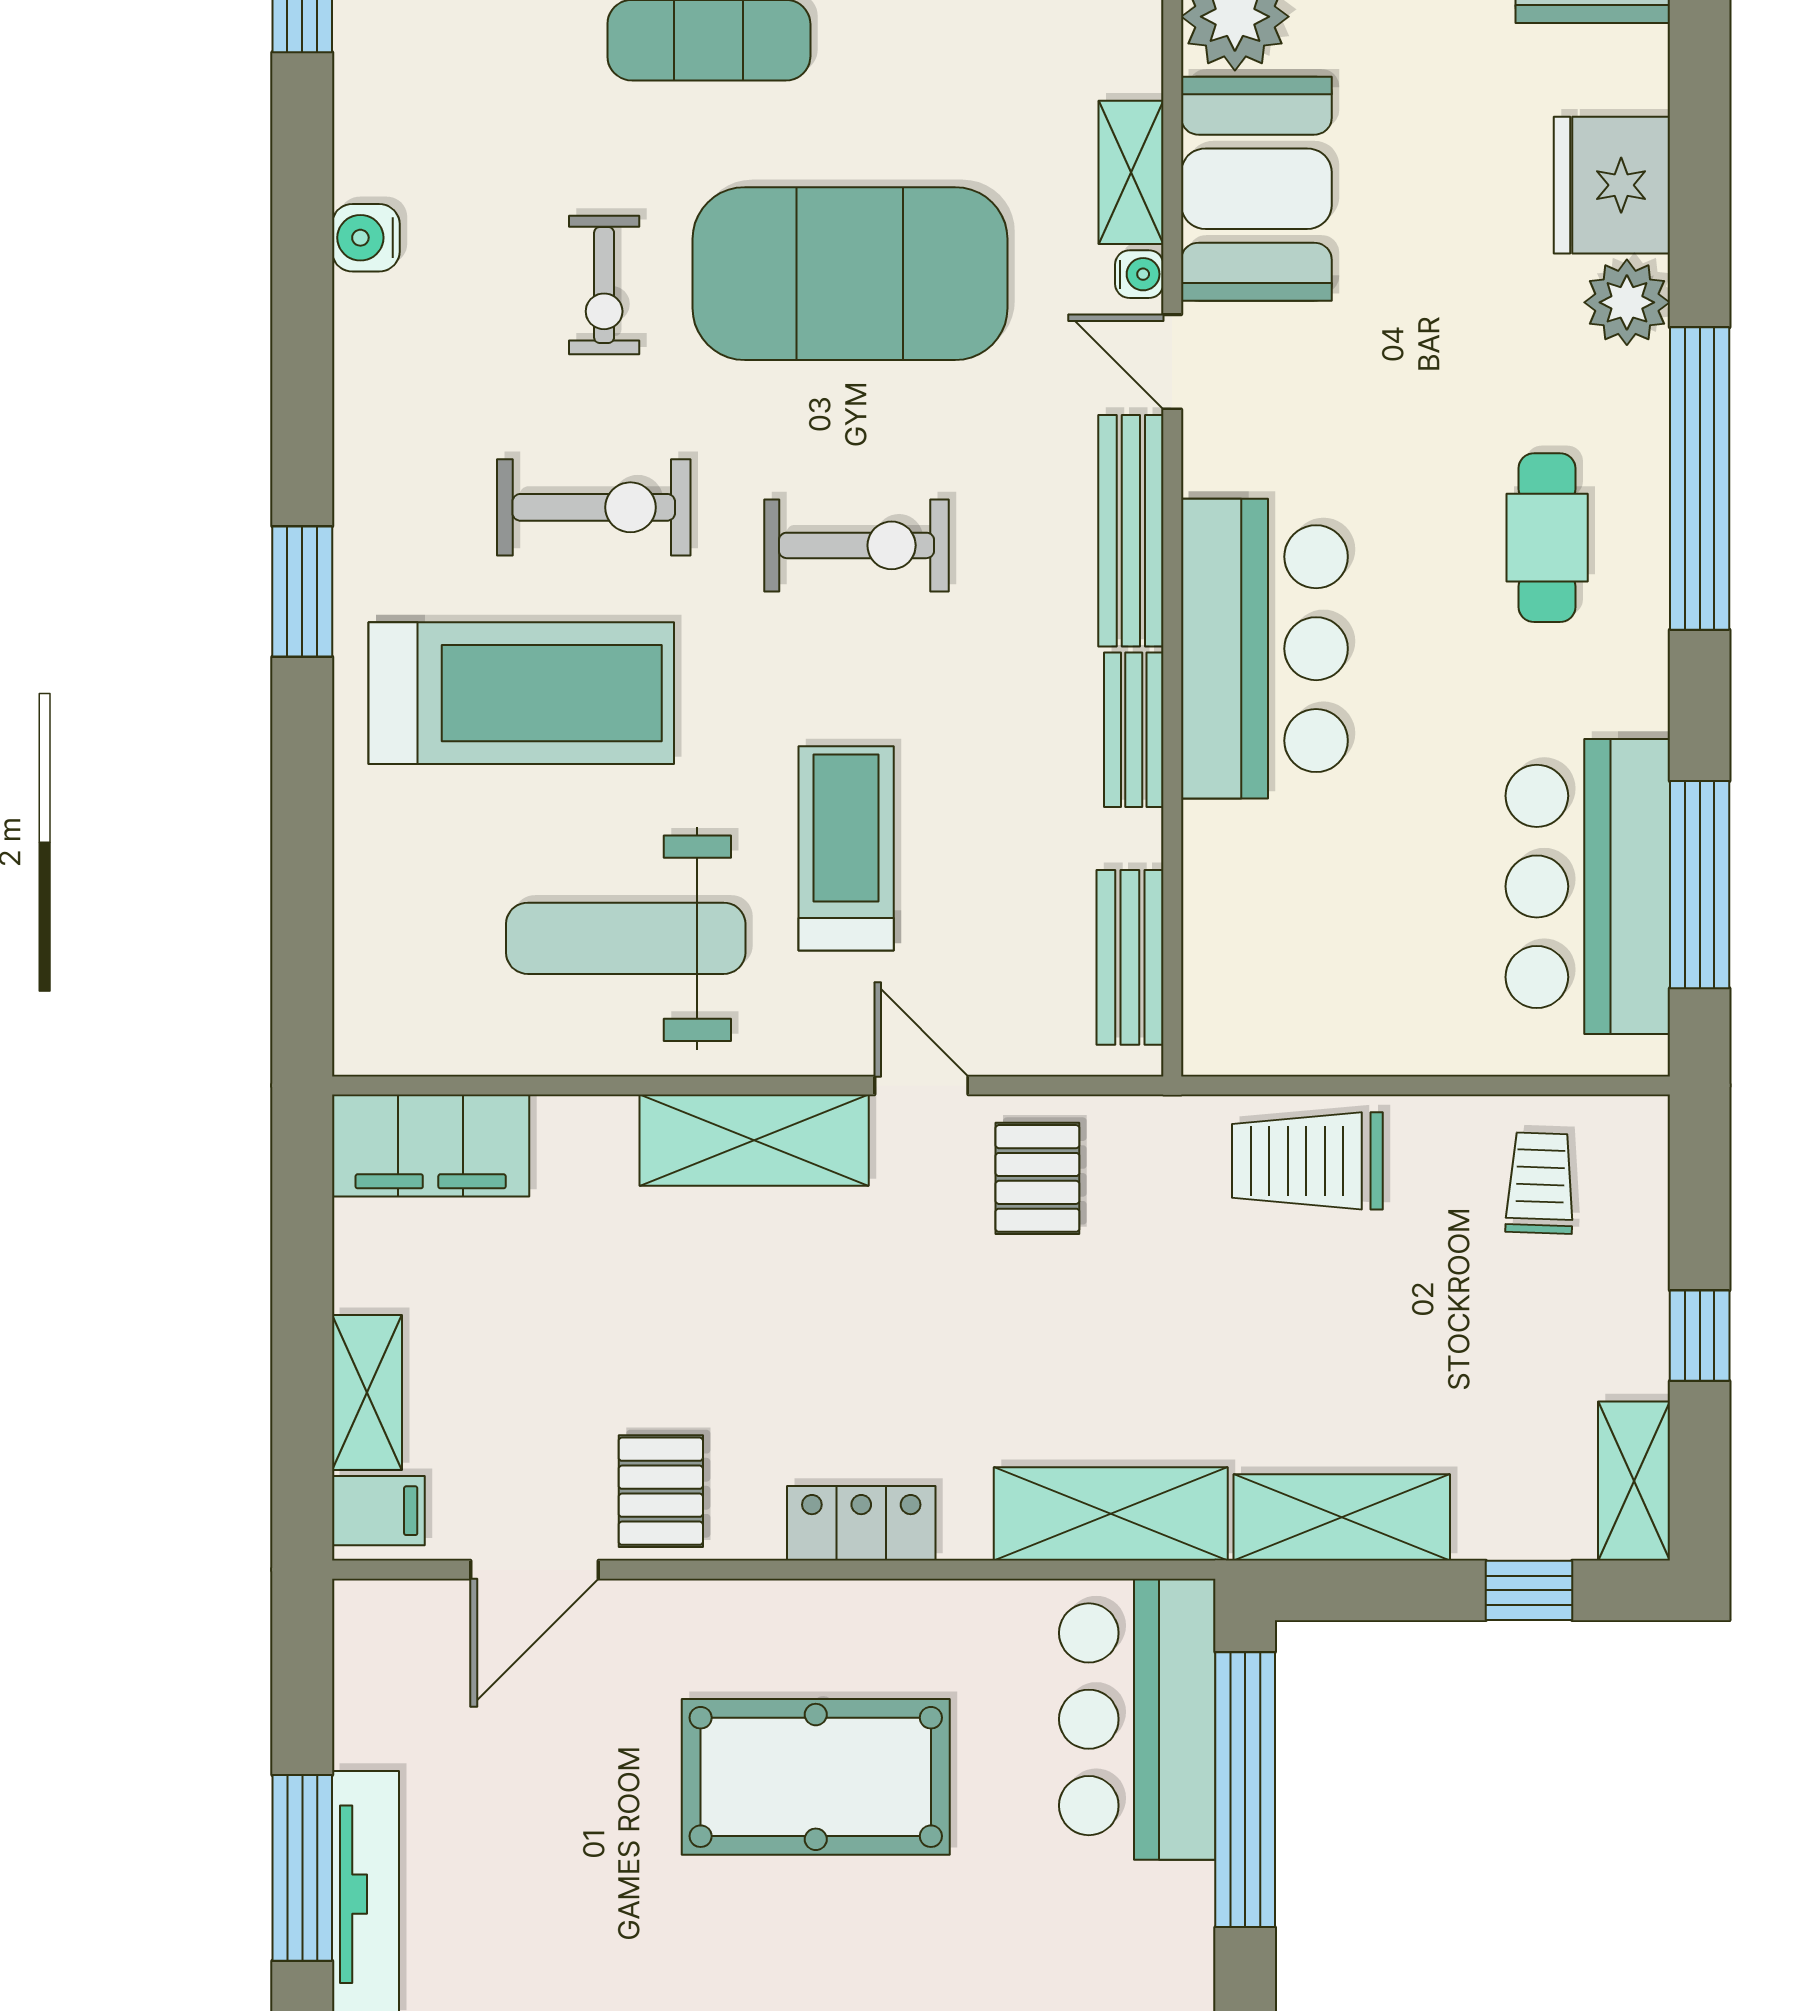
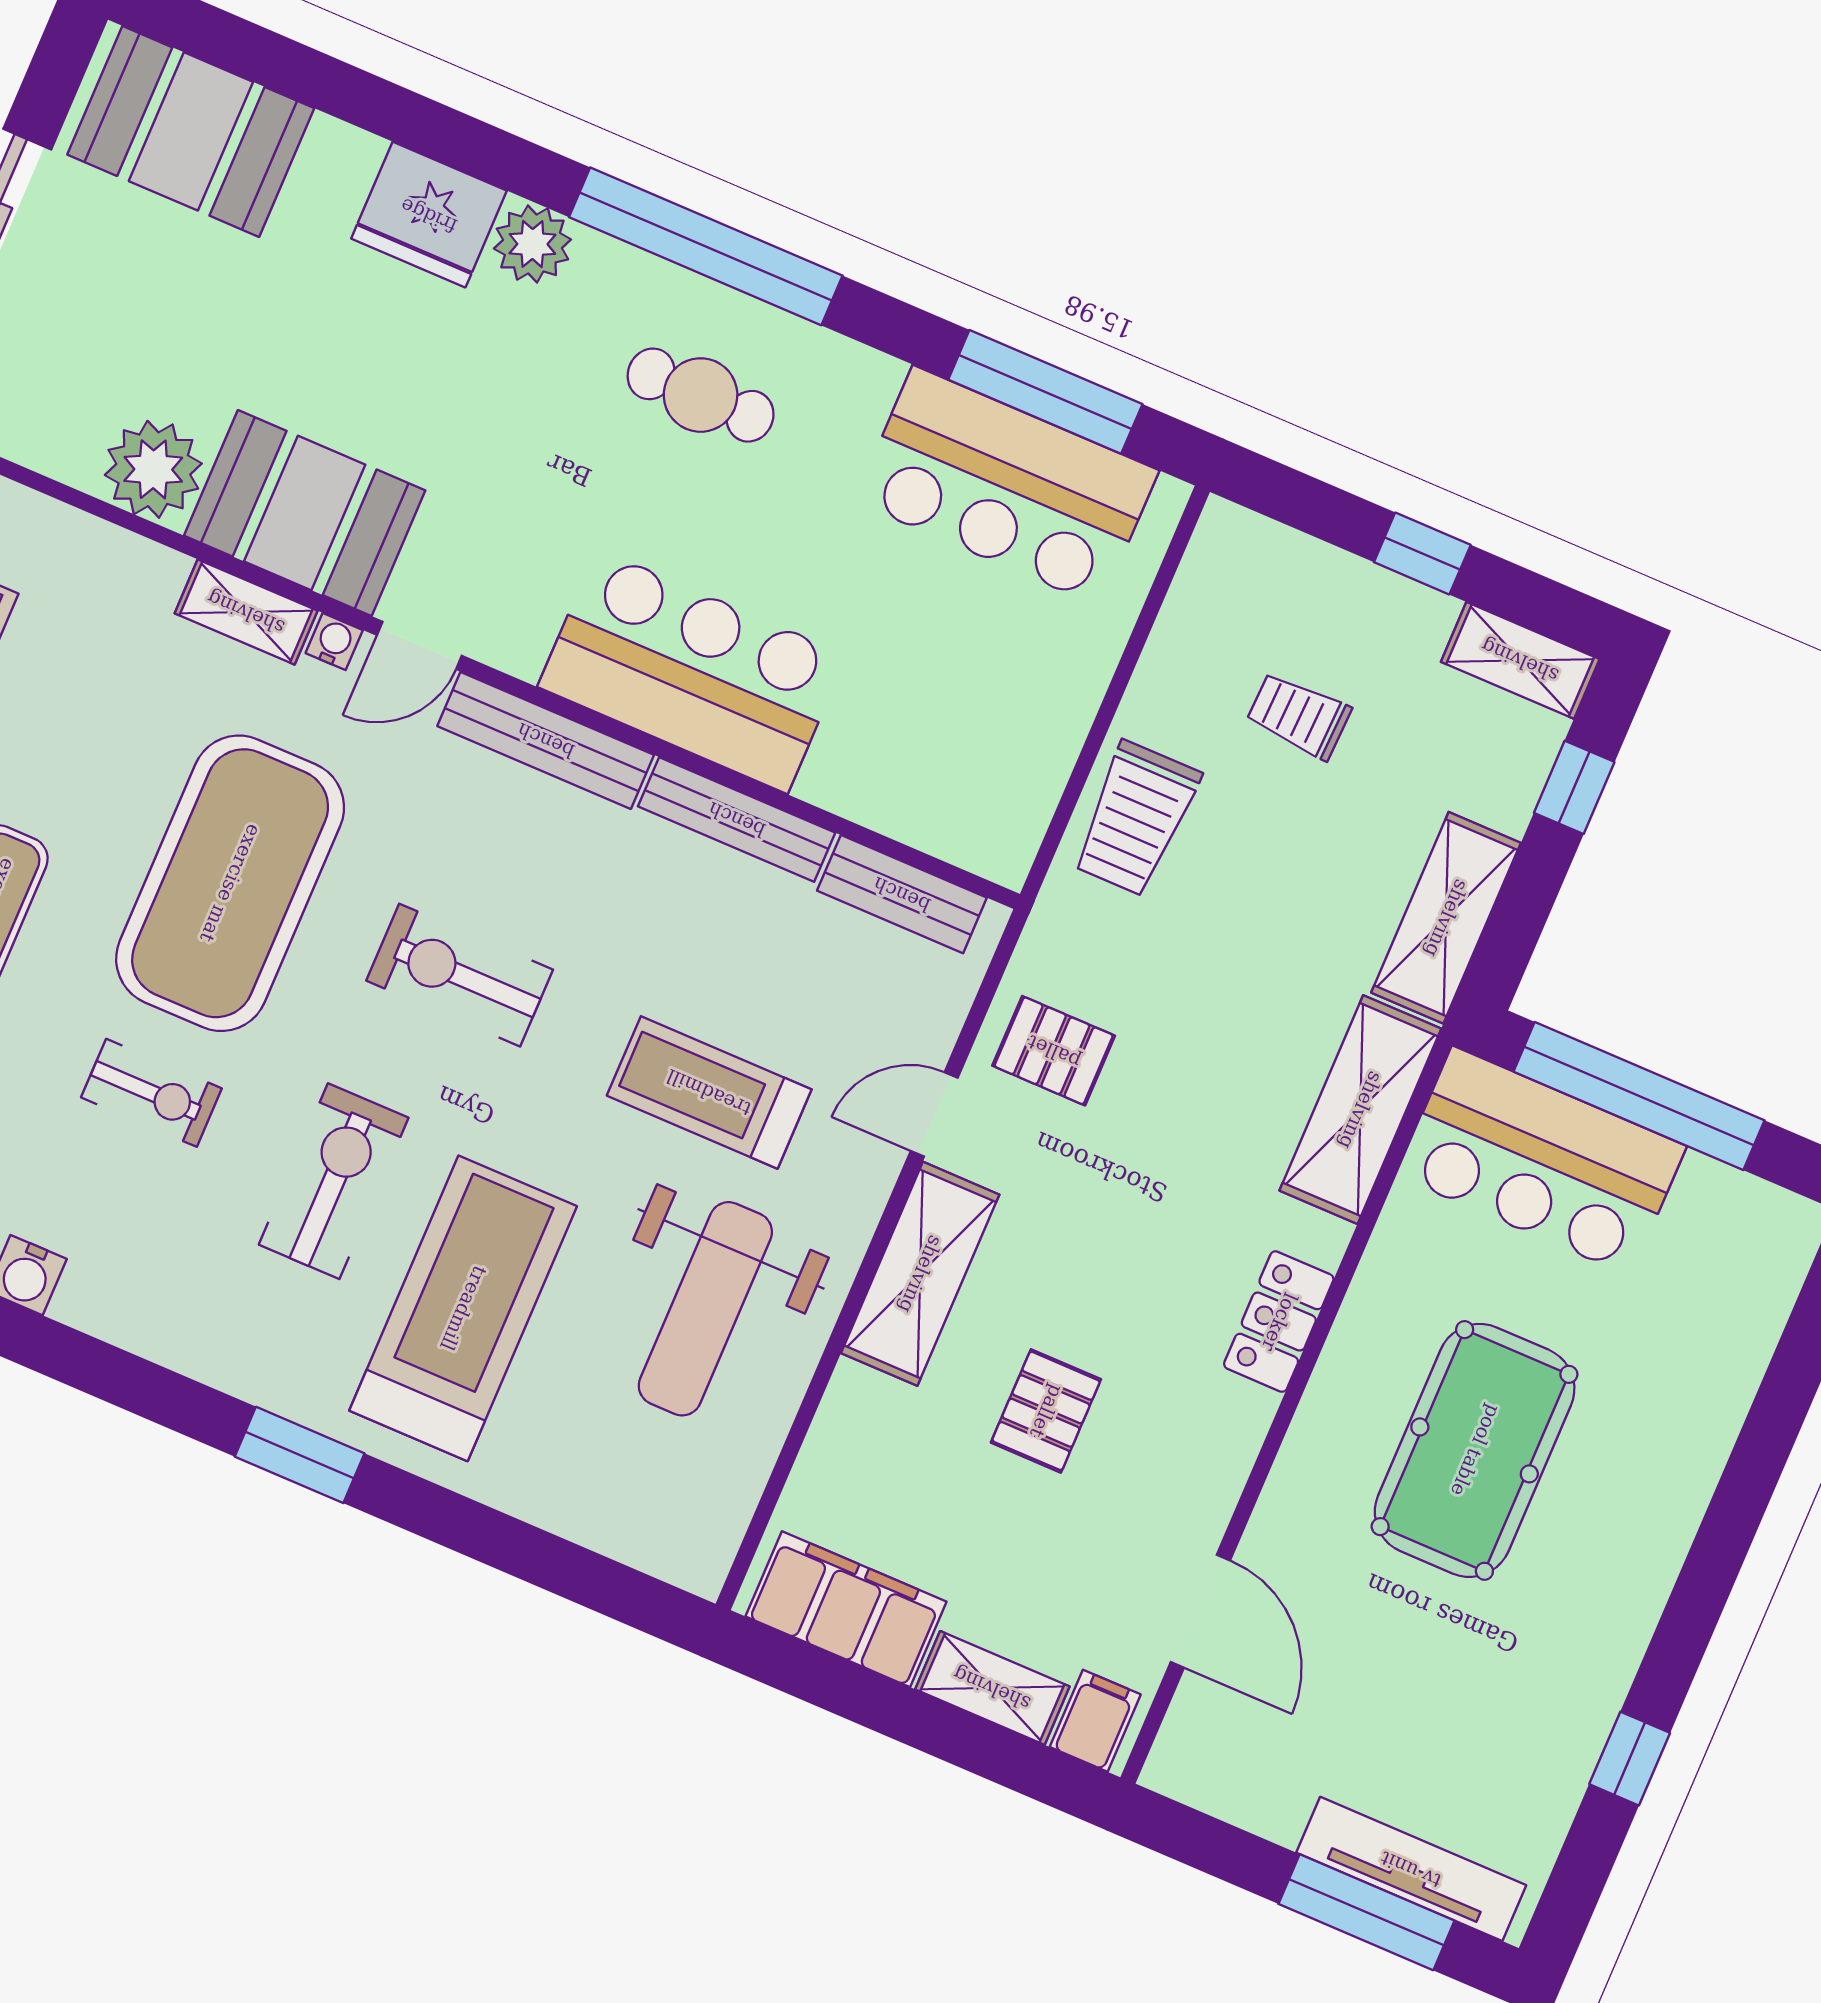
exercise bike: (857, 545) -> (460, 975), turned -90
bench: (1134, 730) -> (737, 819), width x1.36
filing cabinet: (431, 1146) -> (846, 1609), moved, turned -90
trolley: (1540, 1183) -> (1299, 716), moved
pallet: (661, 1491) -> (1046, 1411), moved, turned 90

